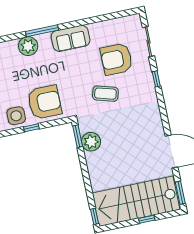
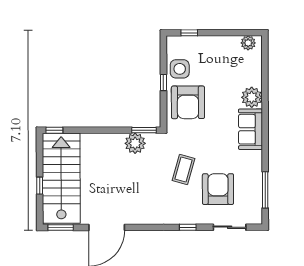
window: (42, 31) -> (265, 190), moved
sofa: (71, 38) -> (250, 129), moved

